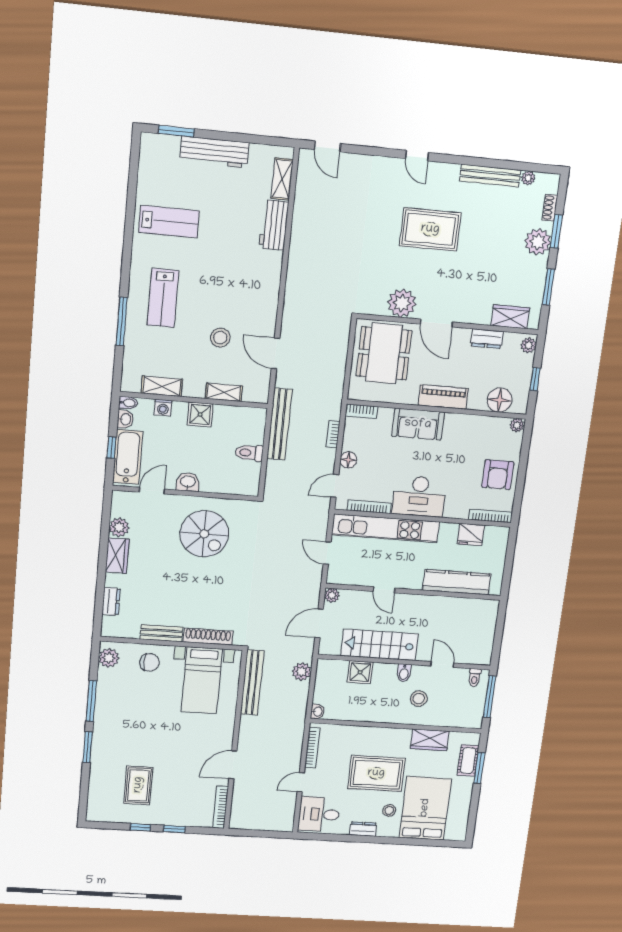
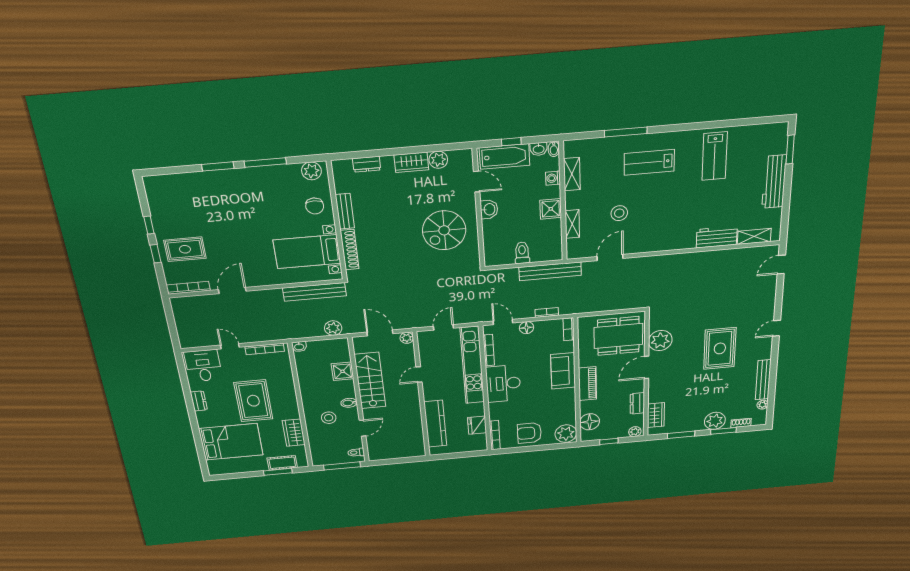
plant: (517, 425) -> (566, 434), width x1.88, depth x1.88
door: (233, 765) -> (232, 290), hinge flipped
rug: (138, 785) -> (185, 249), moved
stool: (389, 810) -> (222, 417), removed

